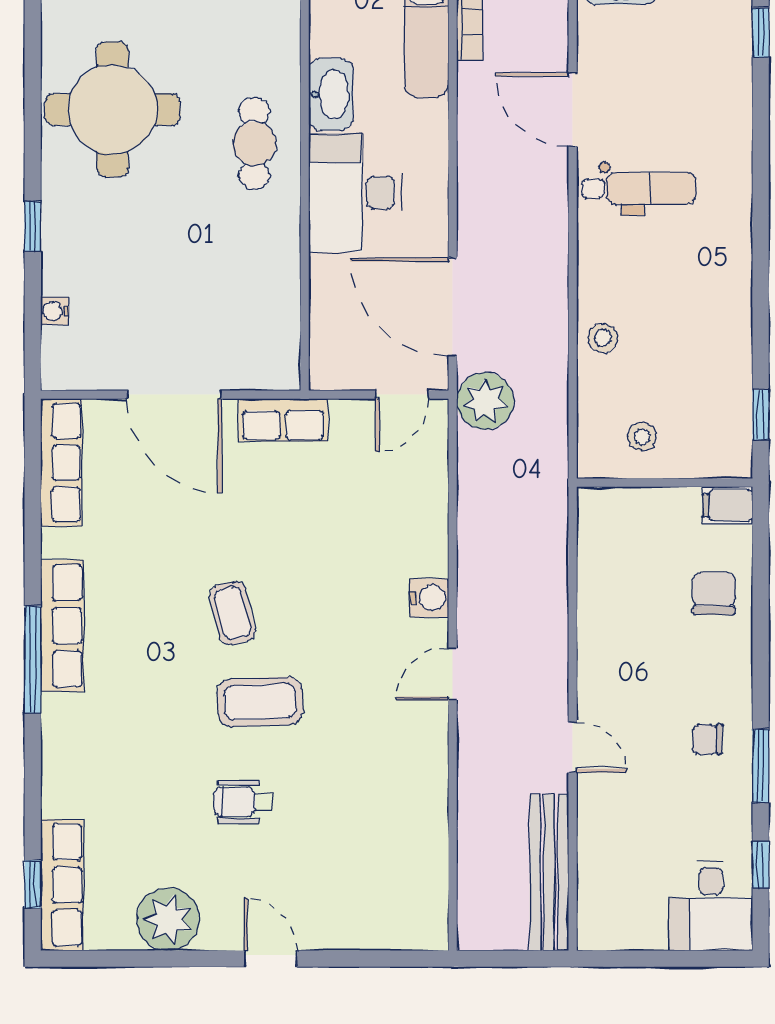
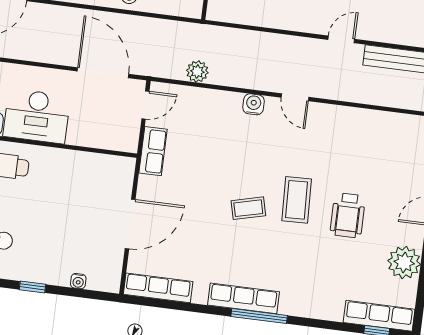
door: (453, 307) -> (103, 73), swing flipped
door: (402, 395) -> (145, 105), hinge flipped
plant: (485, 401) -> (197, 71), moved, width x0.73, depth x0.73
row of seats: (283, 420) -> (153, 151), moved
wheelchair: (243, 802) -> (348, 215), width x1.36, depth x1.37

